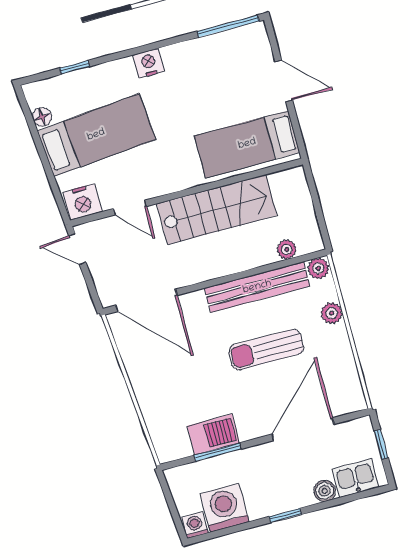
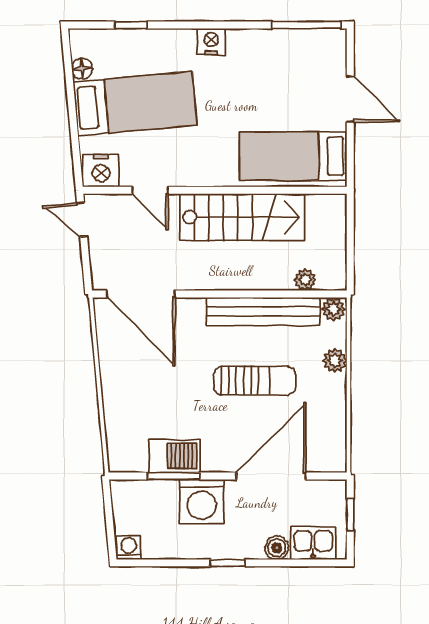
sun lounger: (266, 350) -> (255, 381), turned 180
washing machine: (224, 508) -> (202, 502), moved, turned 180

